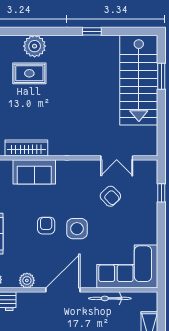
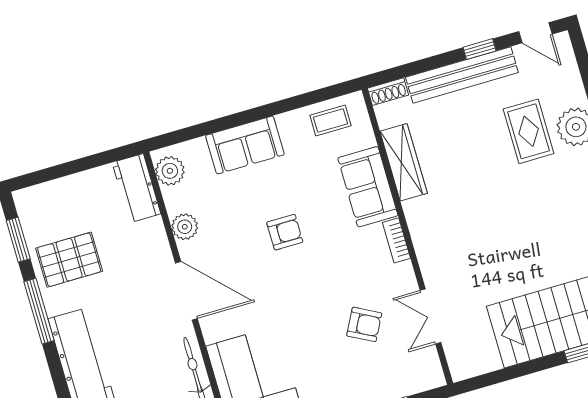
bookcase: (69, 165) -> (396, 240), added
armchair: (110, 196) -> (364, 324), turned -108
side table: (77, 229) -> (295, 285), removed

